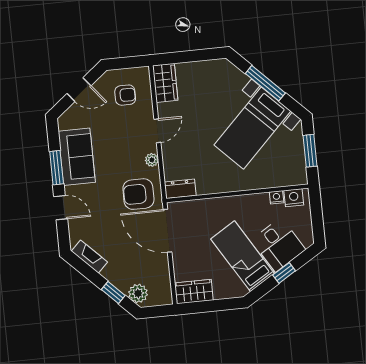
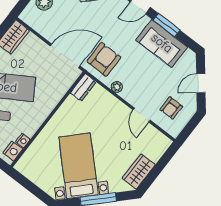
wardrobe: (165, 83) -> (139, 171), moved, turned 90
door: (157, 131) -> (142, 115), moved
window: (310, 151) -> (32, 188), removed

